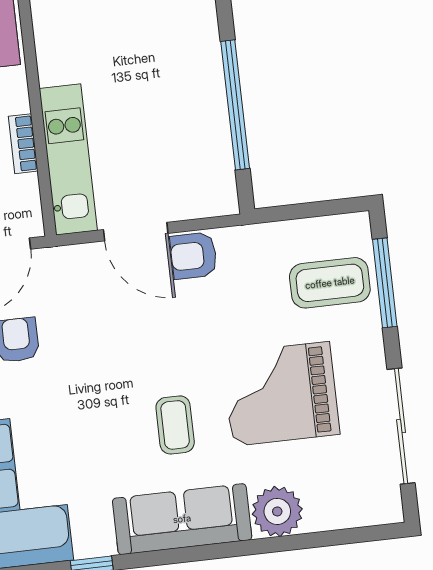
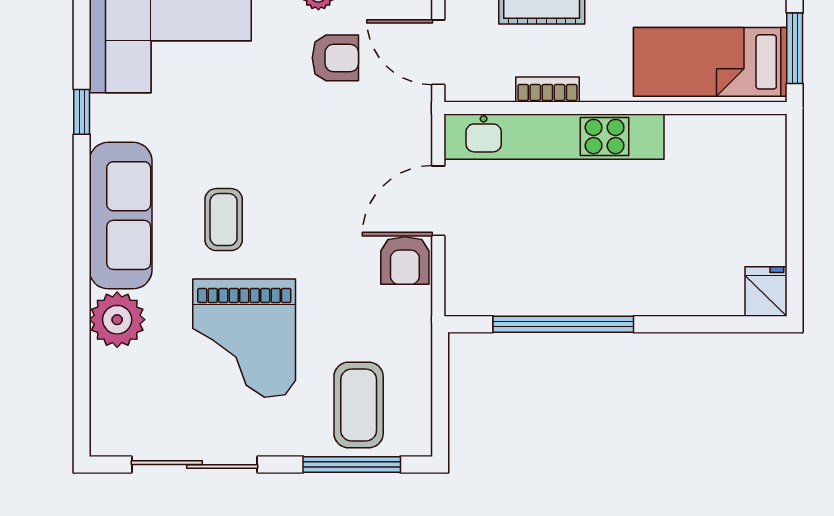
kitchen unit: (68, 159) -> (554, 137), width x1.36
armchair: (194, 256) -> (405, 261), turned 180
grand piano: (281, 394) -> (244, 338), turned 180
coffee table: (175, 425) -> (224, 220), turned 90

